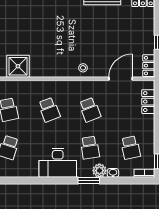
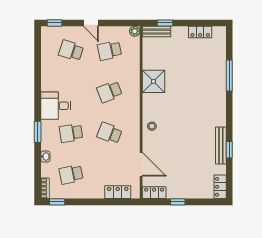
shower: (18, 66) -> (153, 81), moved
school desk: (90, 110) -> (110, 133), turned 42
desk: (58, 163) -> (56, 106), width x0.73
plant: (99, 171) -> (48, 143), removed

